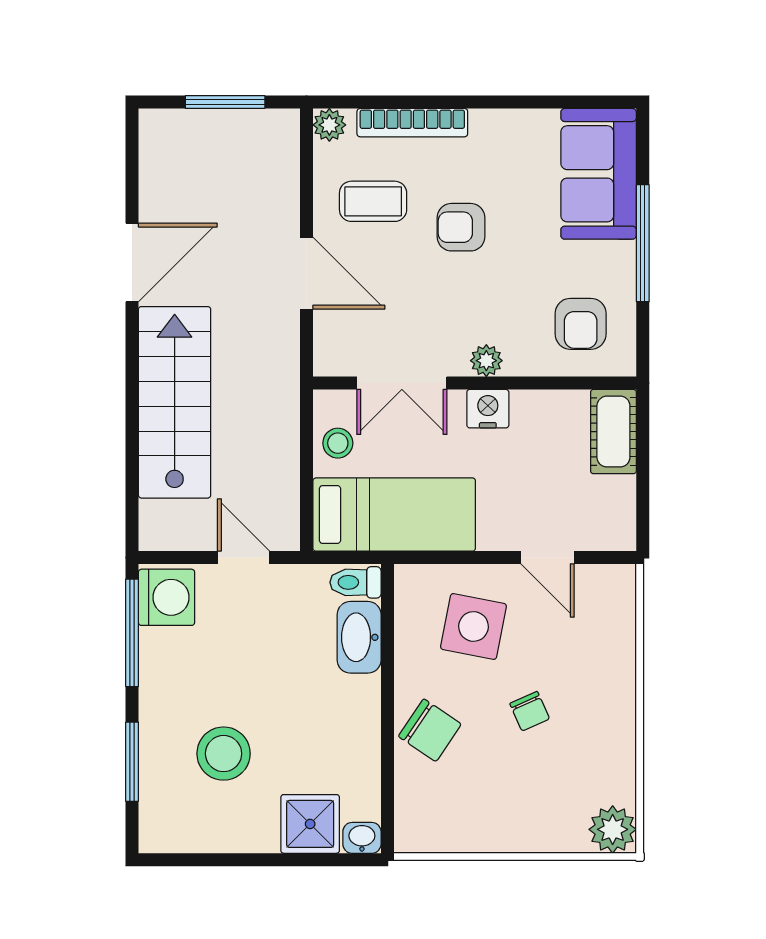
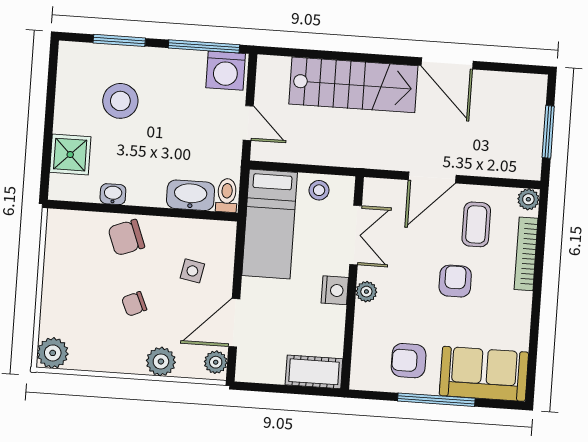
armchair: (581, 324) -> (409, 361), moved
double door: (402, 383) -> (356, 235), swing flipped
door: (244, 557) -> (248, 123), hinge flipped
door: (548, 557) -> (234, 323), width x1.38
plant: (609, 581) -> (216, 362), added
side table: (473, 626) -> (192, 271), width x0.54, depth x0.54
plant: (614, 665) -> (161, 361), added
chair: (430, 730) -> (126, 237), turned 35
washbasin: (362, 838) -> (113, 194), moved, turned -90

